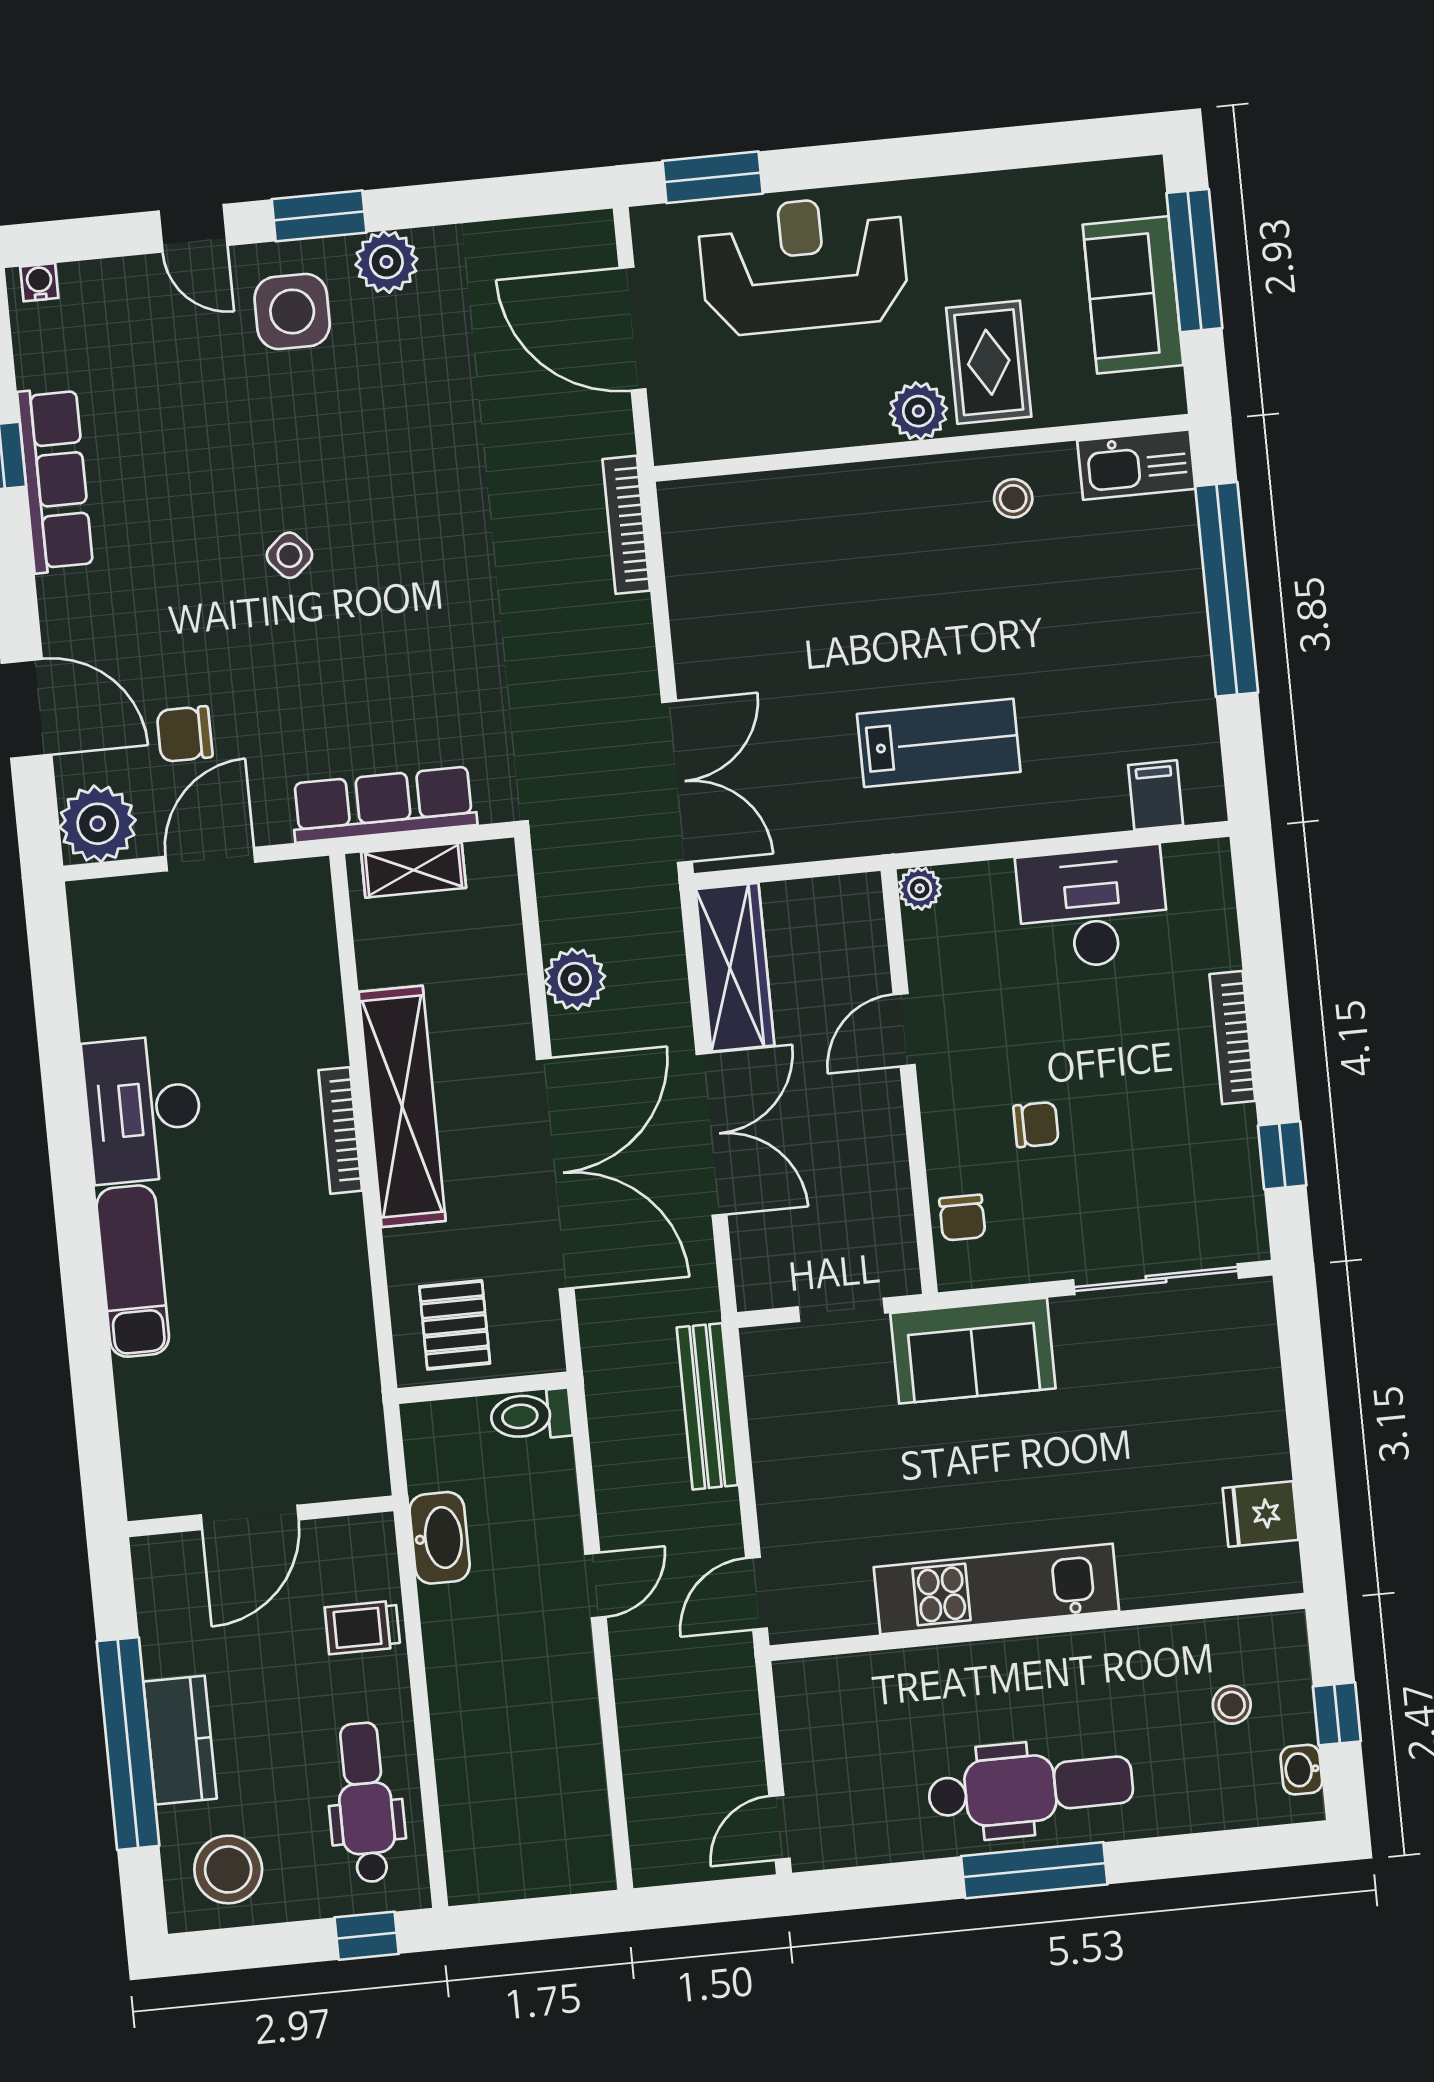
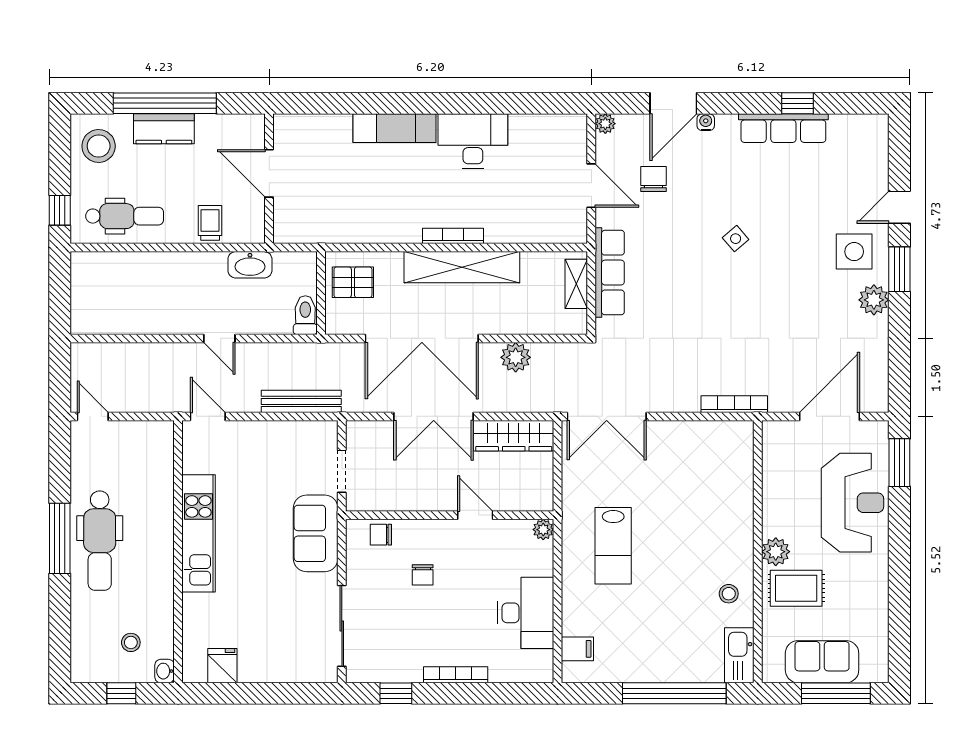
water cooler: (39, 282) -> (706, 122), moved, turned -90
plant: (98, 824) -> (605, 124), width x0.53, depth x0.53
washbasin: (1301, 1770) -> (165, 671), moved, turned -90

